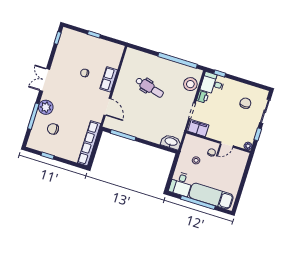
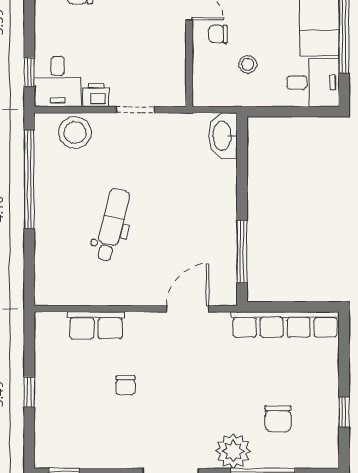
row of seats: (109, 79) -> (96, 325), moved
filing cabinet: (198, 128) -> (171, 83), removed

